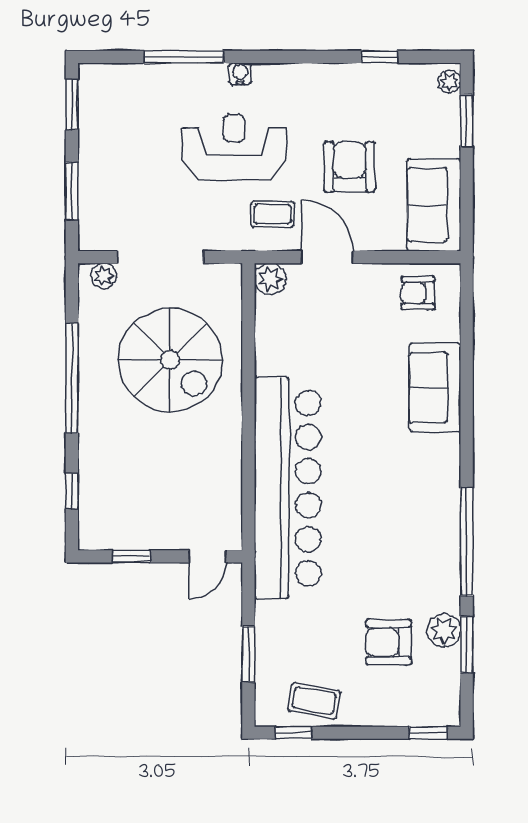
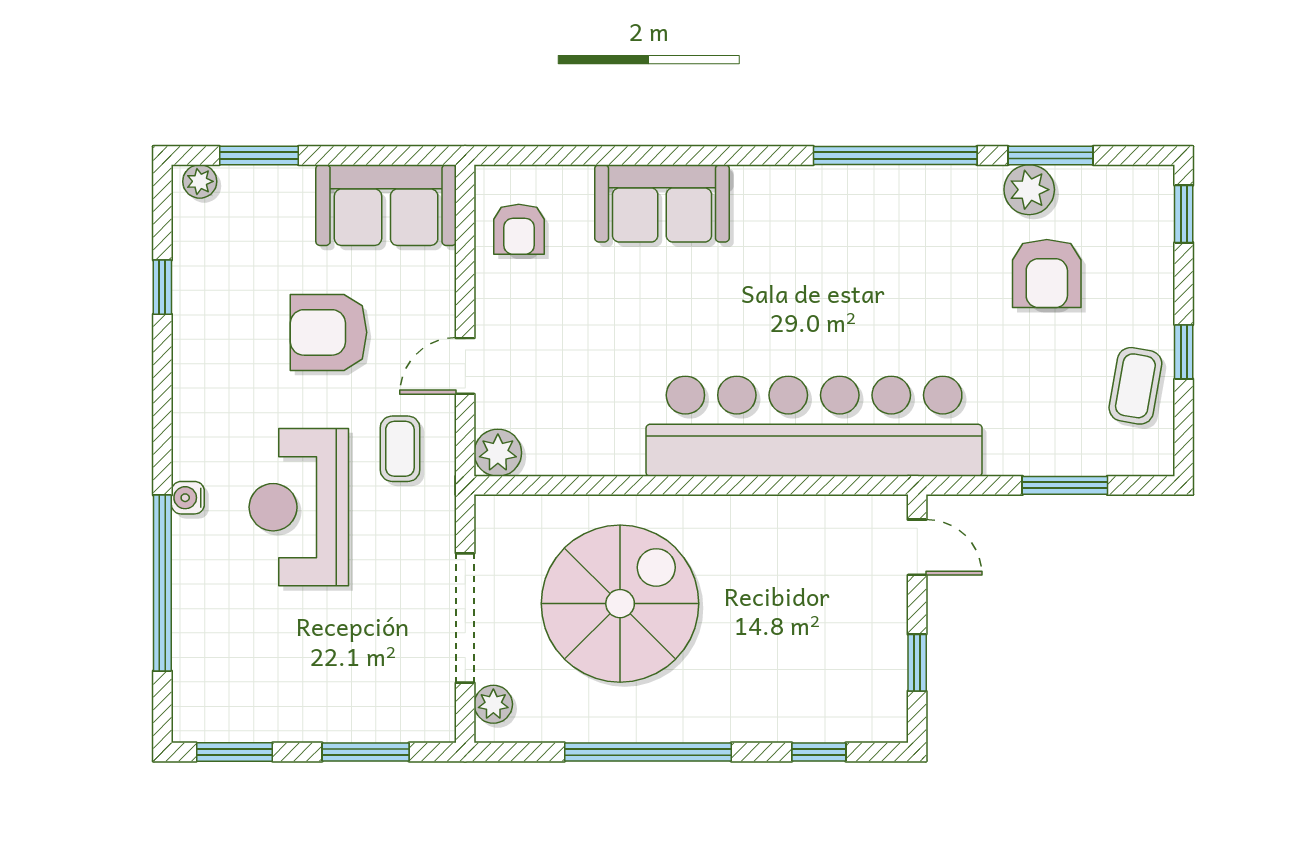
window: (184, 57) -> (162, 583), width x1.46
door: (327, 257) -> (465, 366), width x0.73
window: (294, 733) -> (1184, 352), moved

